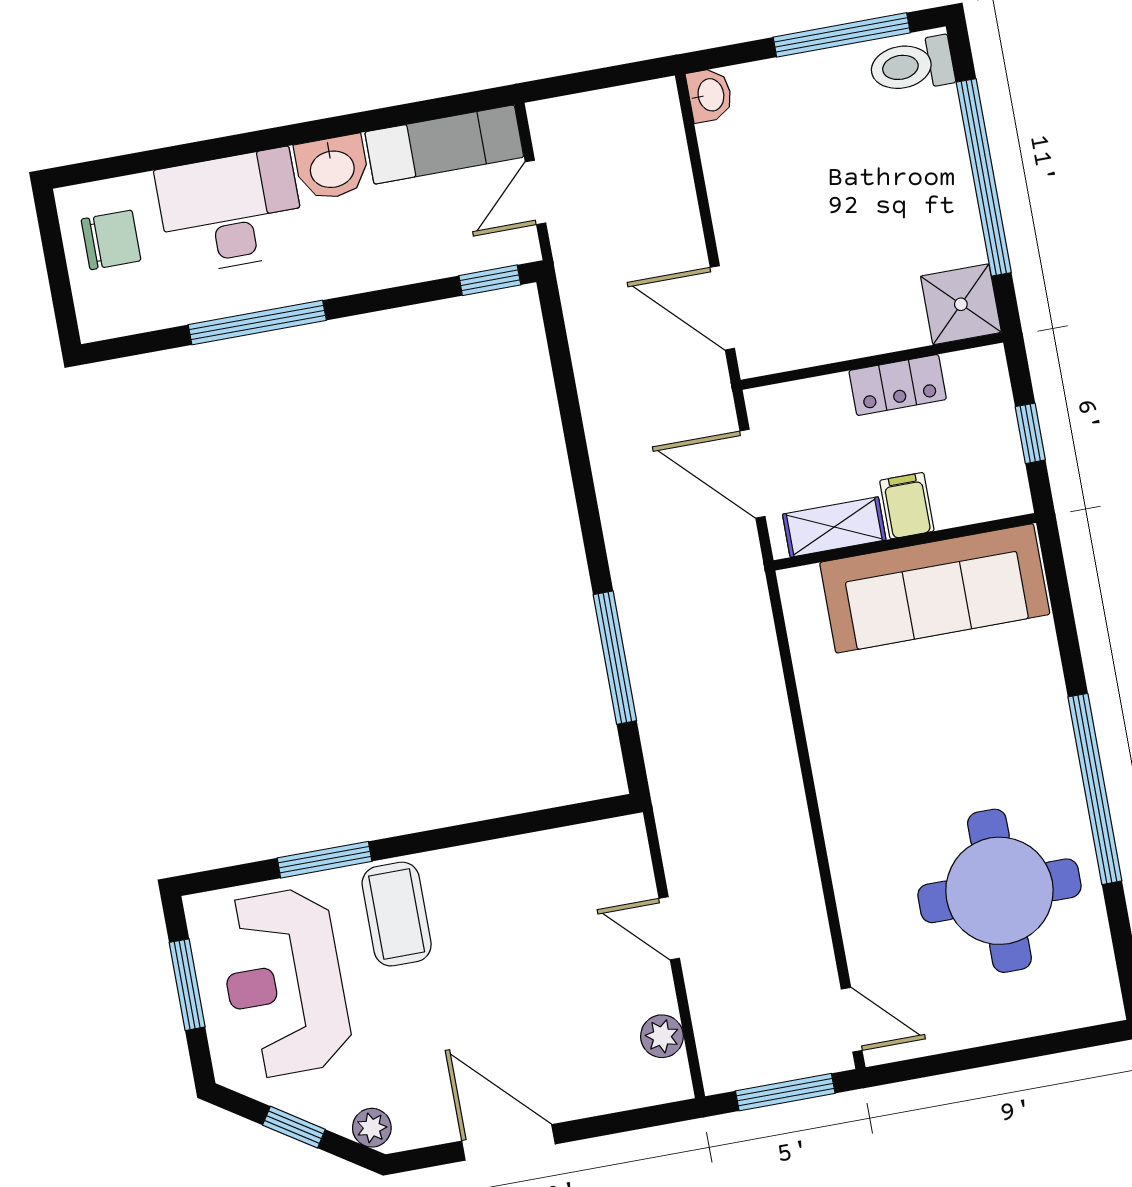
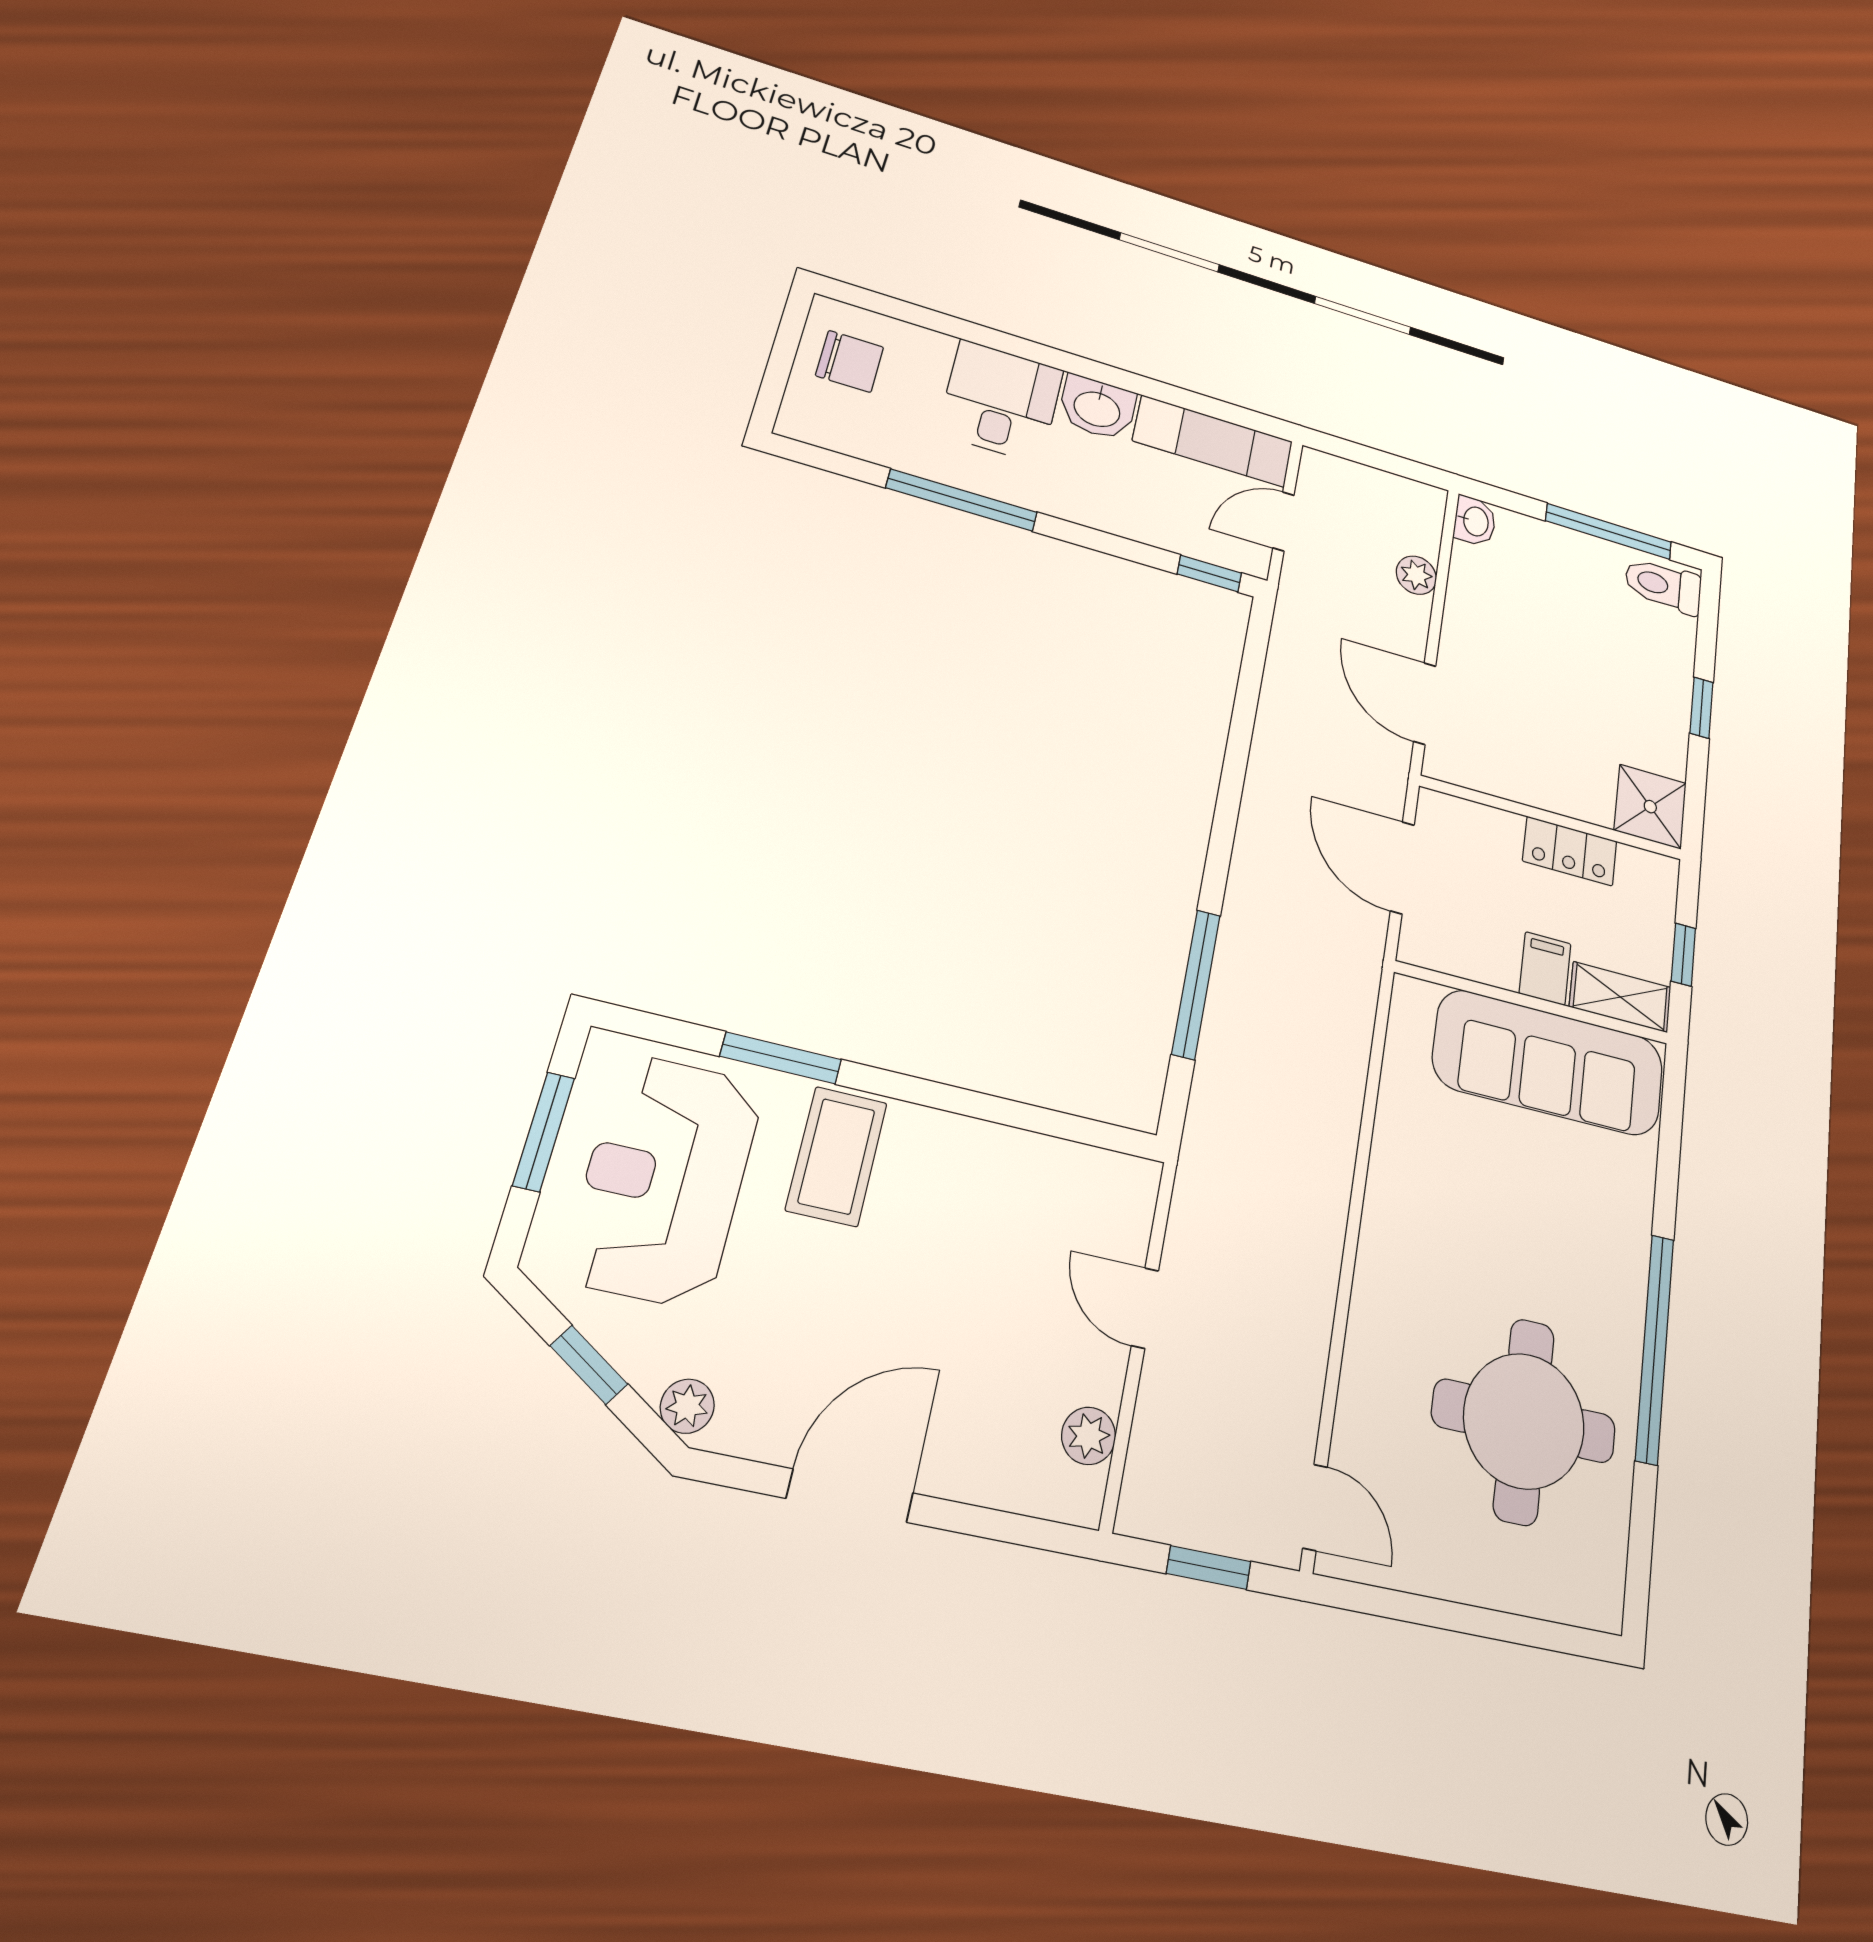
window: (984, 177) -> (1701, 708), width x0.32
plant: (673, 182) -> (1416, 575), added
desk: (231, 211) -> (1001, 401), width x0.73
shelving: (834, 527) -> (1620, 997), moved
window: (785, 1092) -> (1209, 1567), width x0.67
door: (508, 1142) -> (850, 1496), hinge flipped

